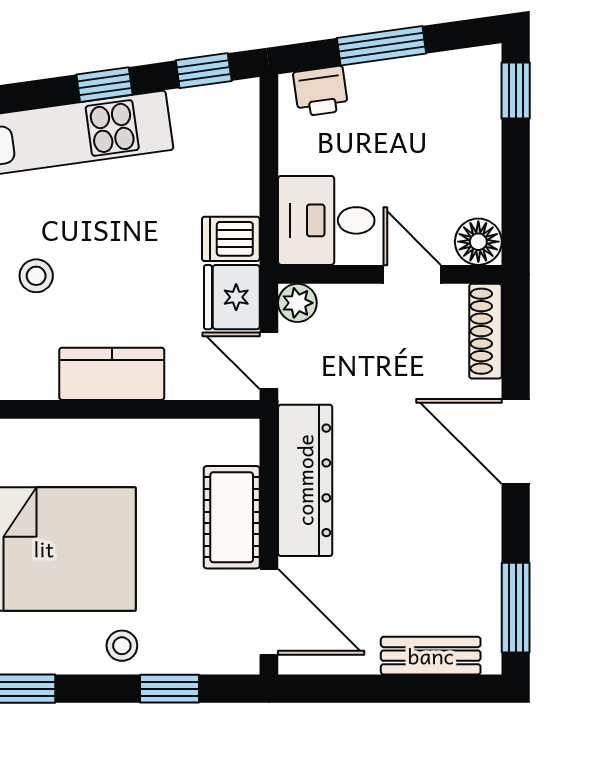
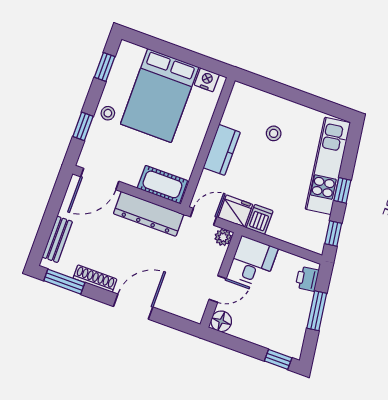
shoe rack: (485, 331) -> (95, 279), moved
cot: (232, 517) -> (162, 184), moved

